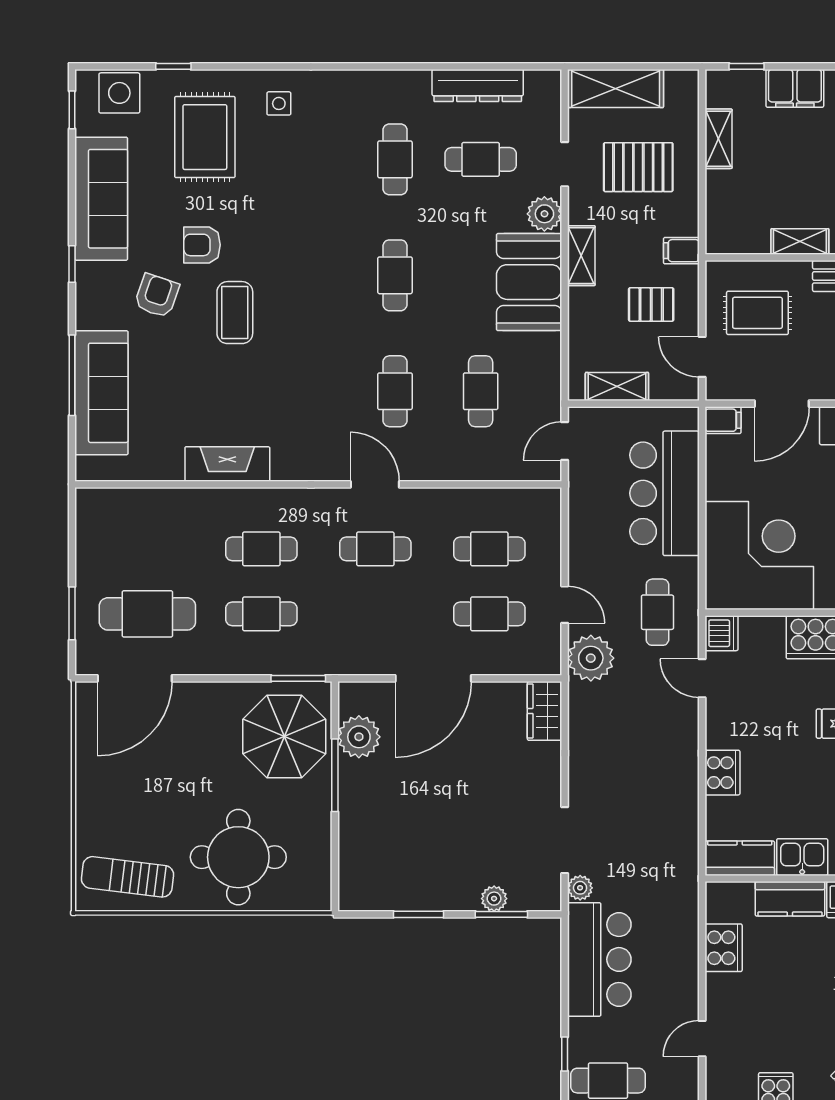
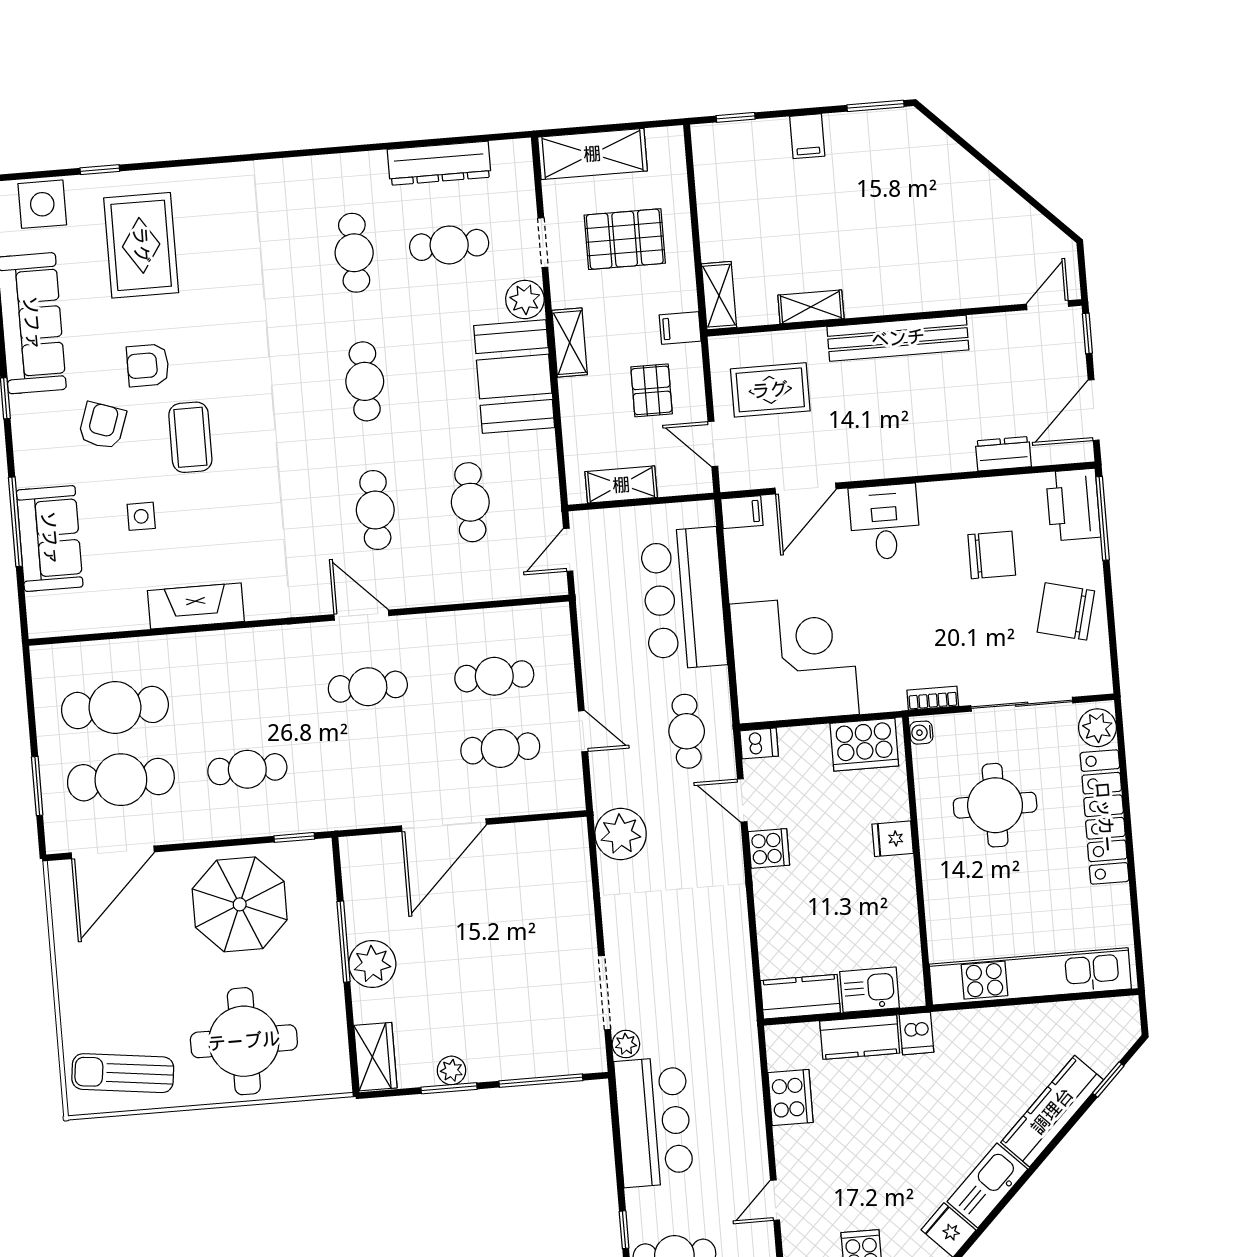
filing cabinet: (795, 88) -> (807, 136), width x0.50
side table: (279, 103) -> (141, 516), moved
shelving: (718, 139) -> (719, 296), moved
pallet: (651, 304) -> (652, 390), turned 90
sofa: (101, 393) -> (50, 538), width x0.73
cafe table: (261, 549) -> (115, 707), moved, width x1.37, depth x1.35
dishwasher: (721, 633) -> (759, 743), width x0.73
plant: (591, 658) -> (621, 834), moved
window: (298, 678) -> (294, 837), width x0.67
wardrobe: (545, 711) -> (375, 1057), moved, turned 180
parasol: (284, 736) -> (240, 904), moved
plant: (359, 737) -> (372, 964), moved
cooker: (722, 773) -> (769, 848), moved, width x0.73
plant: (494, 899) -> (451, 1070), moved
window: (501, 914) -> (541, 1081), width x1.44

